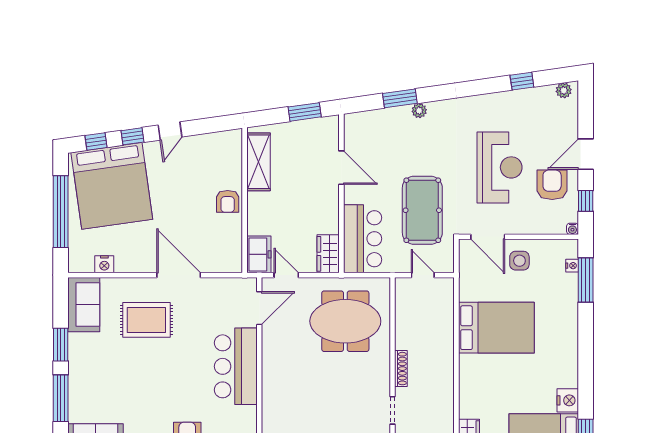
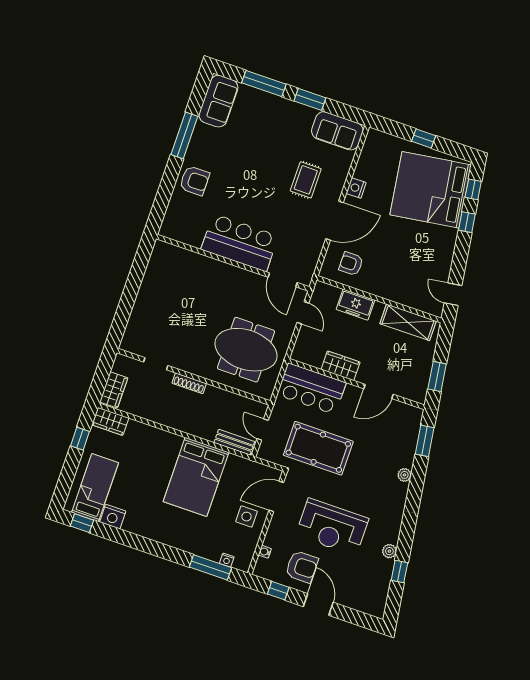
plant: (564, 90) -> (389, 551), moved
window: (400, 98) -> (425, 441), moved
door: (170, 131) -> (453, 294), moved
armchair: (228, 201) -> (351, 264), moved
window: (61, 212) -> (424, 138), width x0.32
water cooler: (572, 229) -> (265, 552), moved
freezer: (259, 254) -> (355, 305), moved
wardrobe: (328, 254) -> (341, 366), moved
nightstand: (104, 264) -> (356, 188), moved
door: (286, 275) -> (303, 313), hinge flipped
door: (423, 275) -> (263, 430), swing flipped
bench: (446, 300) -> (234, 442), added
rug: (146, 320) -> (306, 180), width x0.73, depth x0.70
meeting table: (345, 321) -> (246, 350), turned 90

